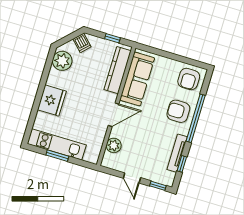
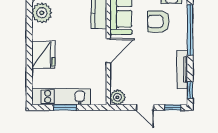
armchair: (178, 111) -> (158, 21), moved
plant: (114, 145) -> (117, 97), moved
window: (182, 164) -> (190, 90), moved

